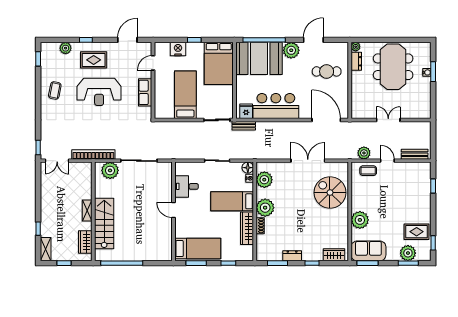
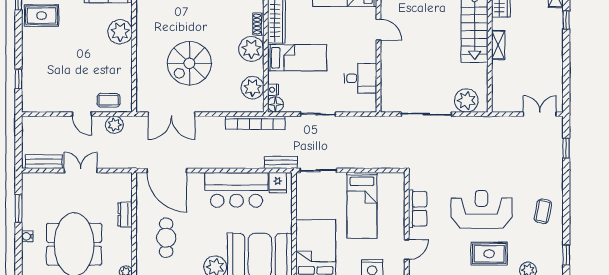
dresser: (356, 61) -> (125, 214), moved
cafe table: (327, 71) -> (166, 238), turned 90
window: (433, 72) -> (19, 209), moved
double door: (388, 120) -> (81, 171), swing flipped
window: (38, 147) -> (566, 148), moved
bookcase: (93, 154) -> (255, 123), moved
bench: (415, 154) -> (44, 162), moved
double door: (308, 161) -> (171, 114), moved
spiral stairs: (330, 193) -> (189, 63), moved, turned 90
door: (173, 210) -> (378, 30), moved

